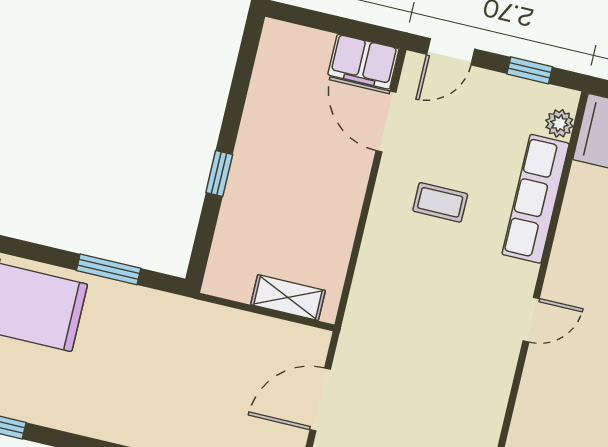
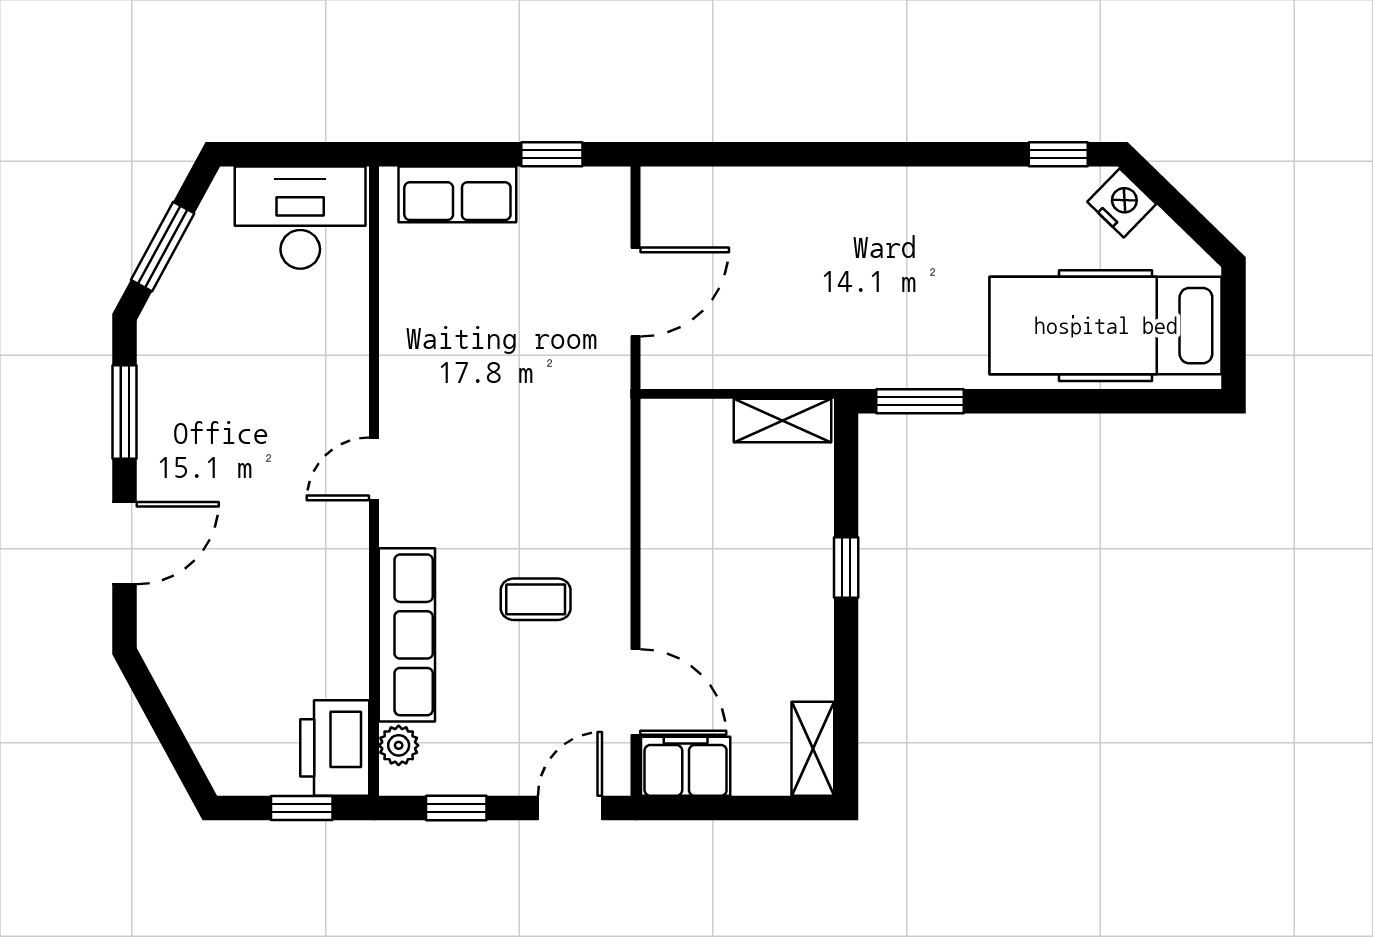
shelving: (272, 53) -> (813, 749), added
window: (109, 269) -> (920, 401), moved
shelving: (288, 298) -> (783, 421), moved

